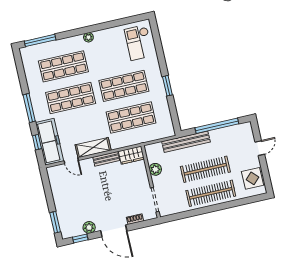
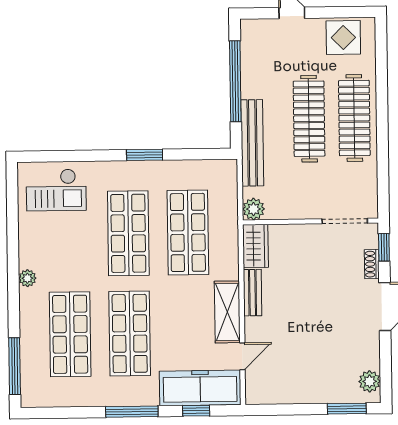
plant: (155, 169) -> (254, 209), moved
plant: (89, 227) -> (370, 381), moved
window: (80, 239) -> (384, 247), moved

